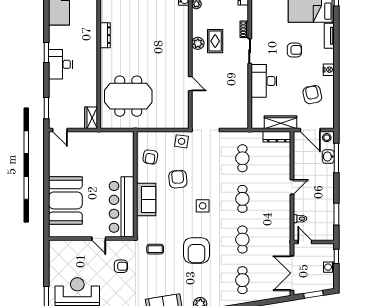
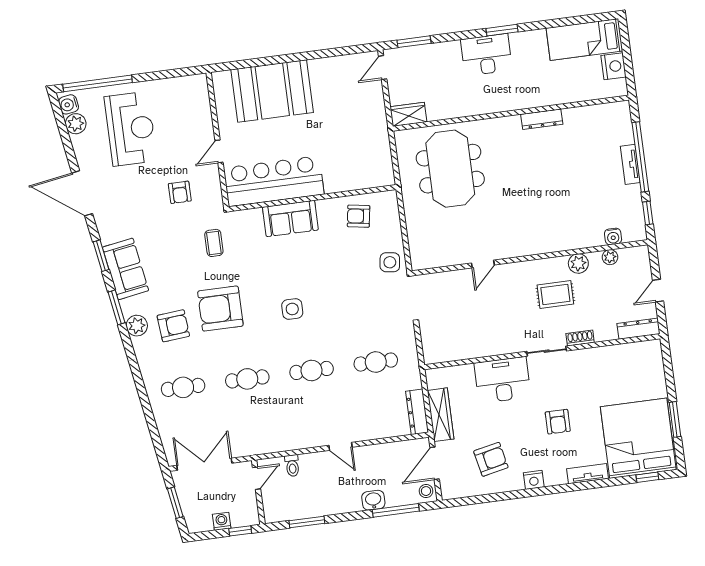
plant: (198, 43) -> (578, 263), moved
washbasin: (328, 157) -> (373, 500), moved
armchair: (178, 179) -> (173, 326), moved

